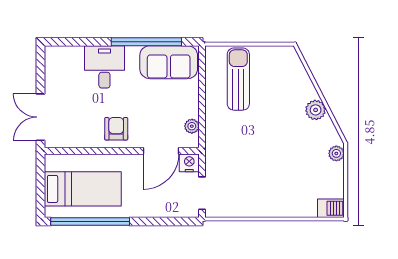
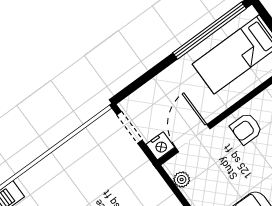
armchair: (116, 129) -> (246, 129), turned 90

